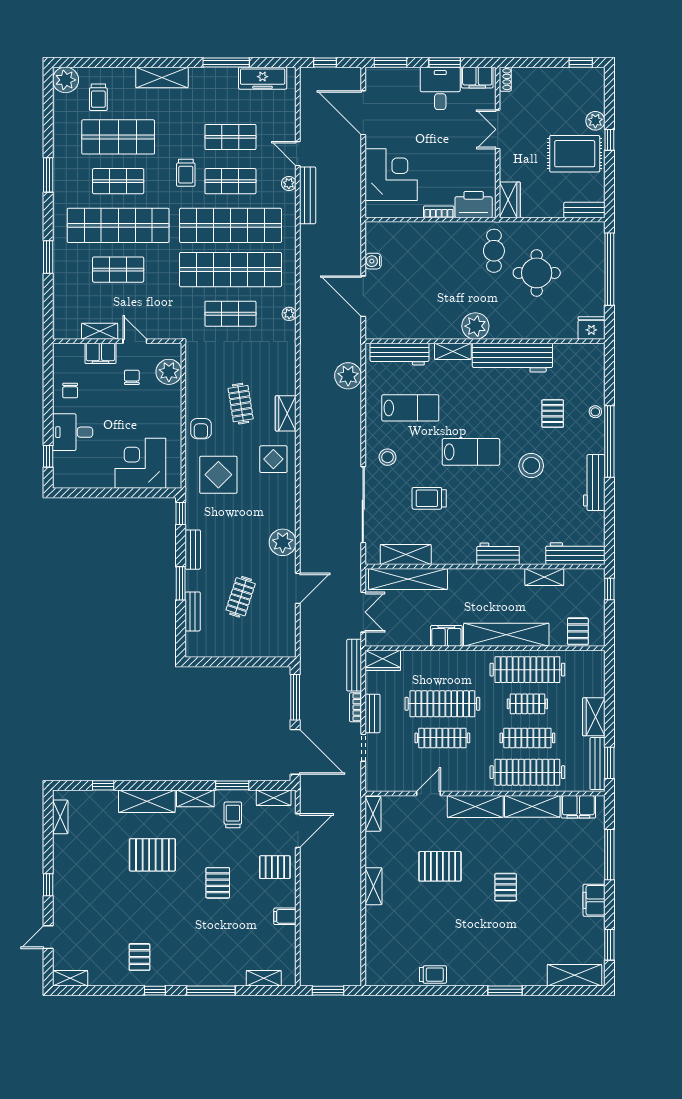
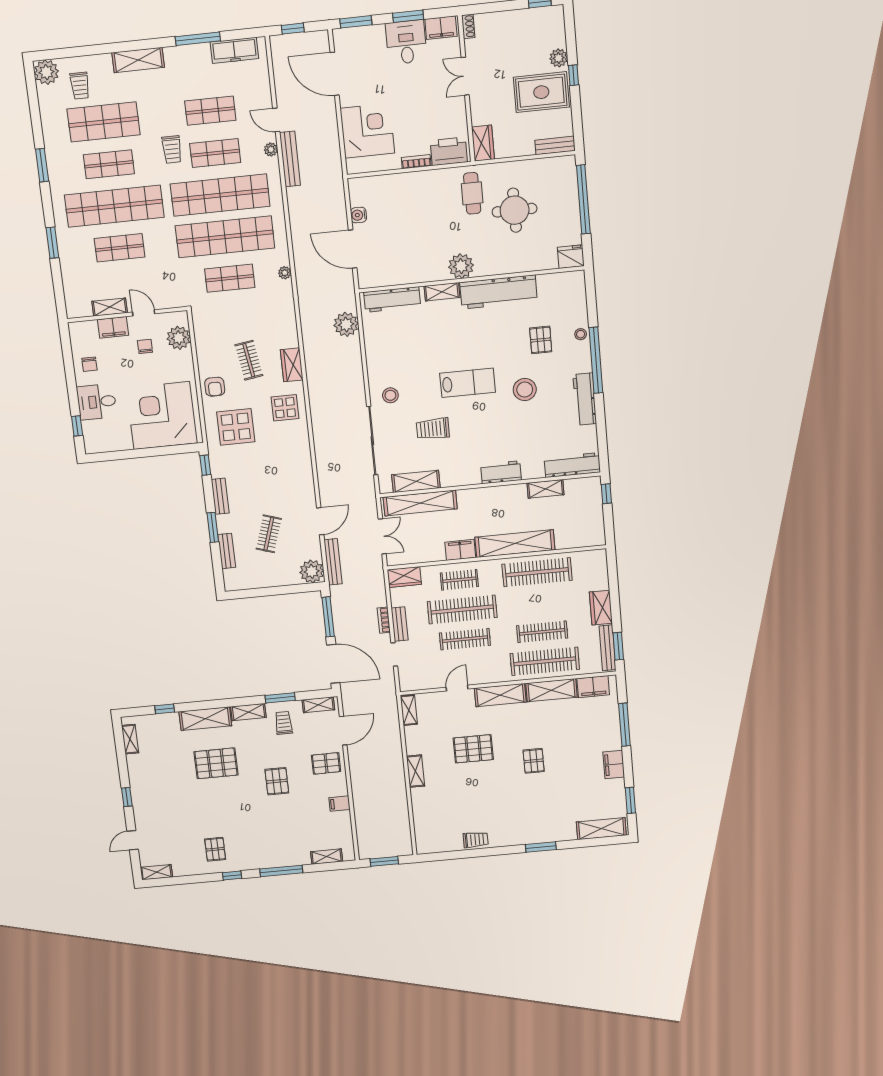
lab bench: (410, 408) -> (407, 348), removed
corner desk: (140, 463) -> (162, 416), width x1.36, depth x1.36
plant: (283, 542) -> (312, 571), moved
pallet: (578, 631) -> (580, 534), removed
bench: (354, 665) -> (333, 562), moved
clothes rail: (527, 704) -> (459, 580), moved

